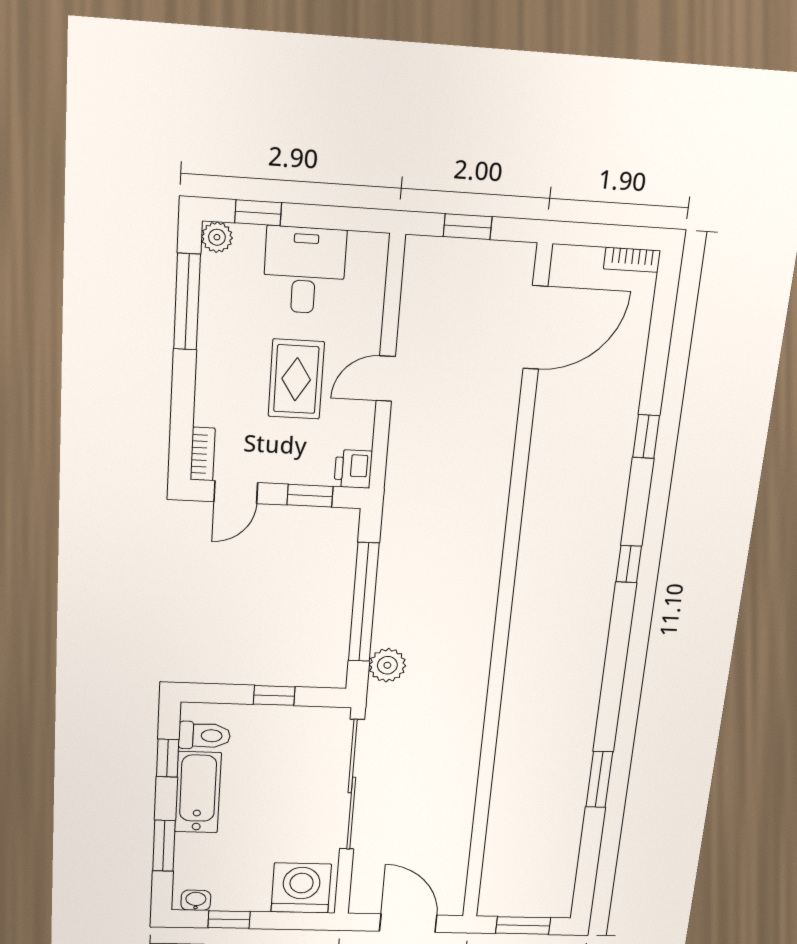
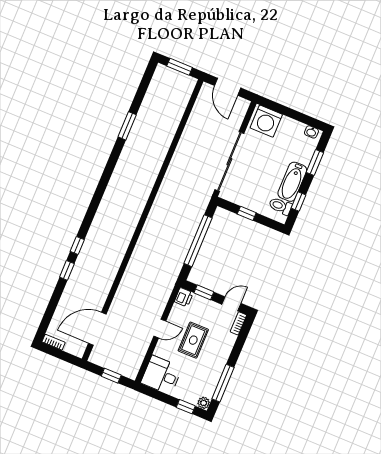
desk: (304, 270) -> (162, 375), moved, turned 90
window: (629, 564) -> (77, 246), moved
plant: (387, 665) -> (197, 210), removed
window: (229, 920) -> (301, 117), removed

